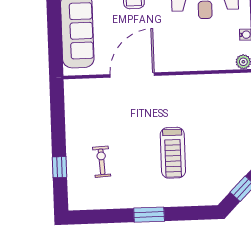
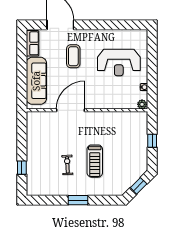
exercise bike: (102, 162) -> (67, 165), moved

